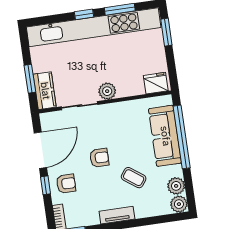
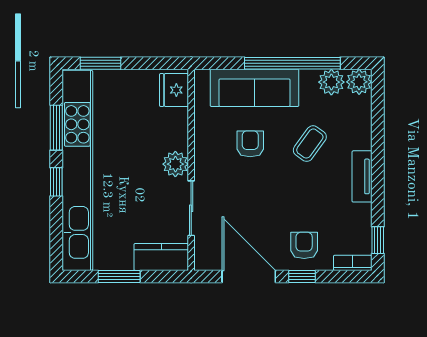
window: (30, 79) -> (119, 276), moved
window: (182, 137) -> (292, 63), moved
armchair: (99, 158) -> (250, 144), moved

